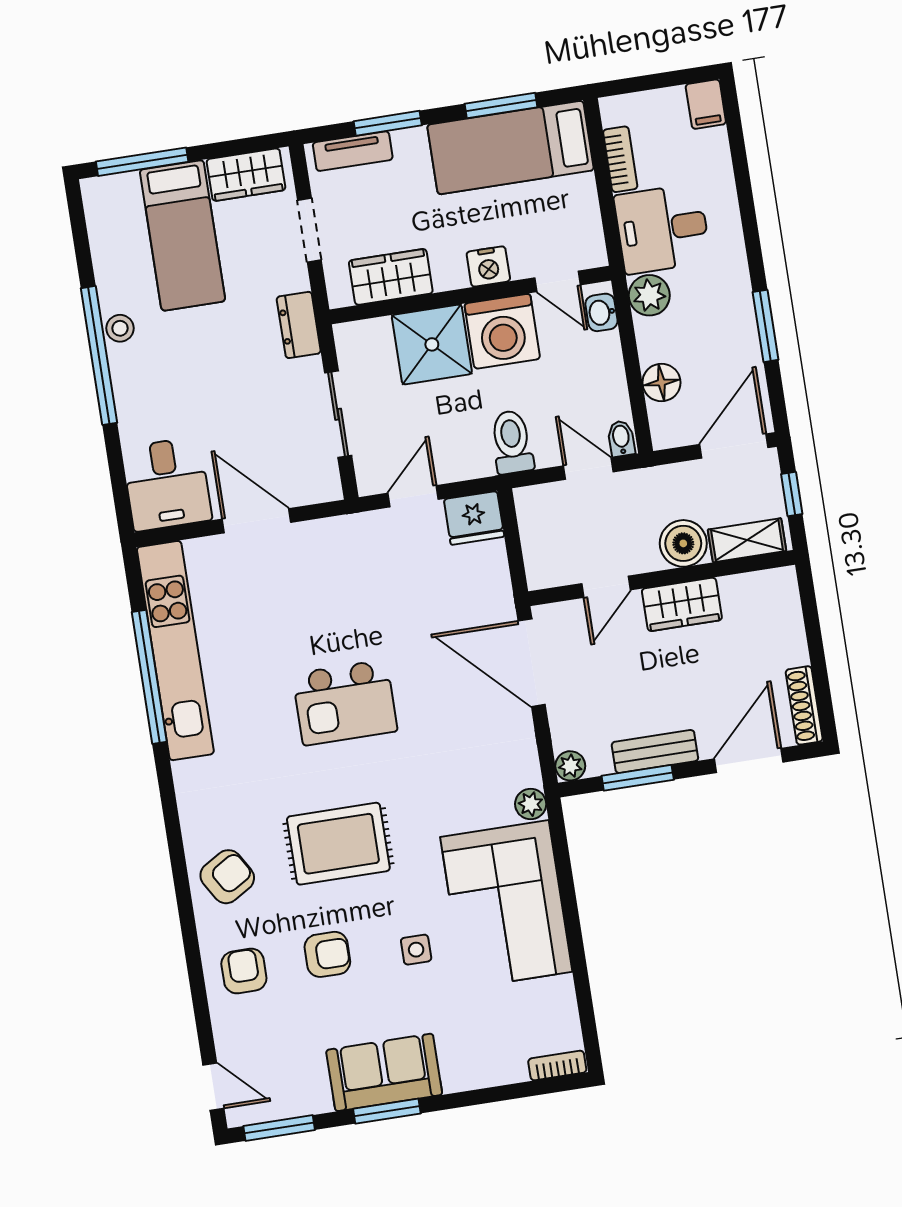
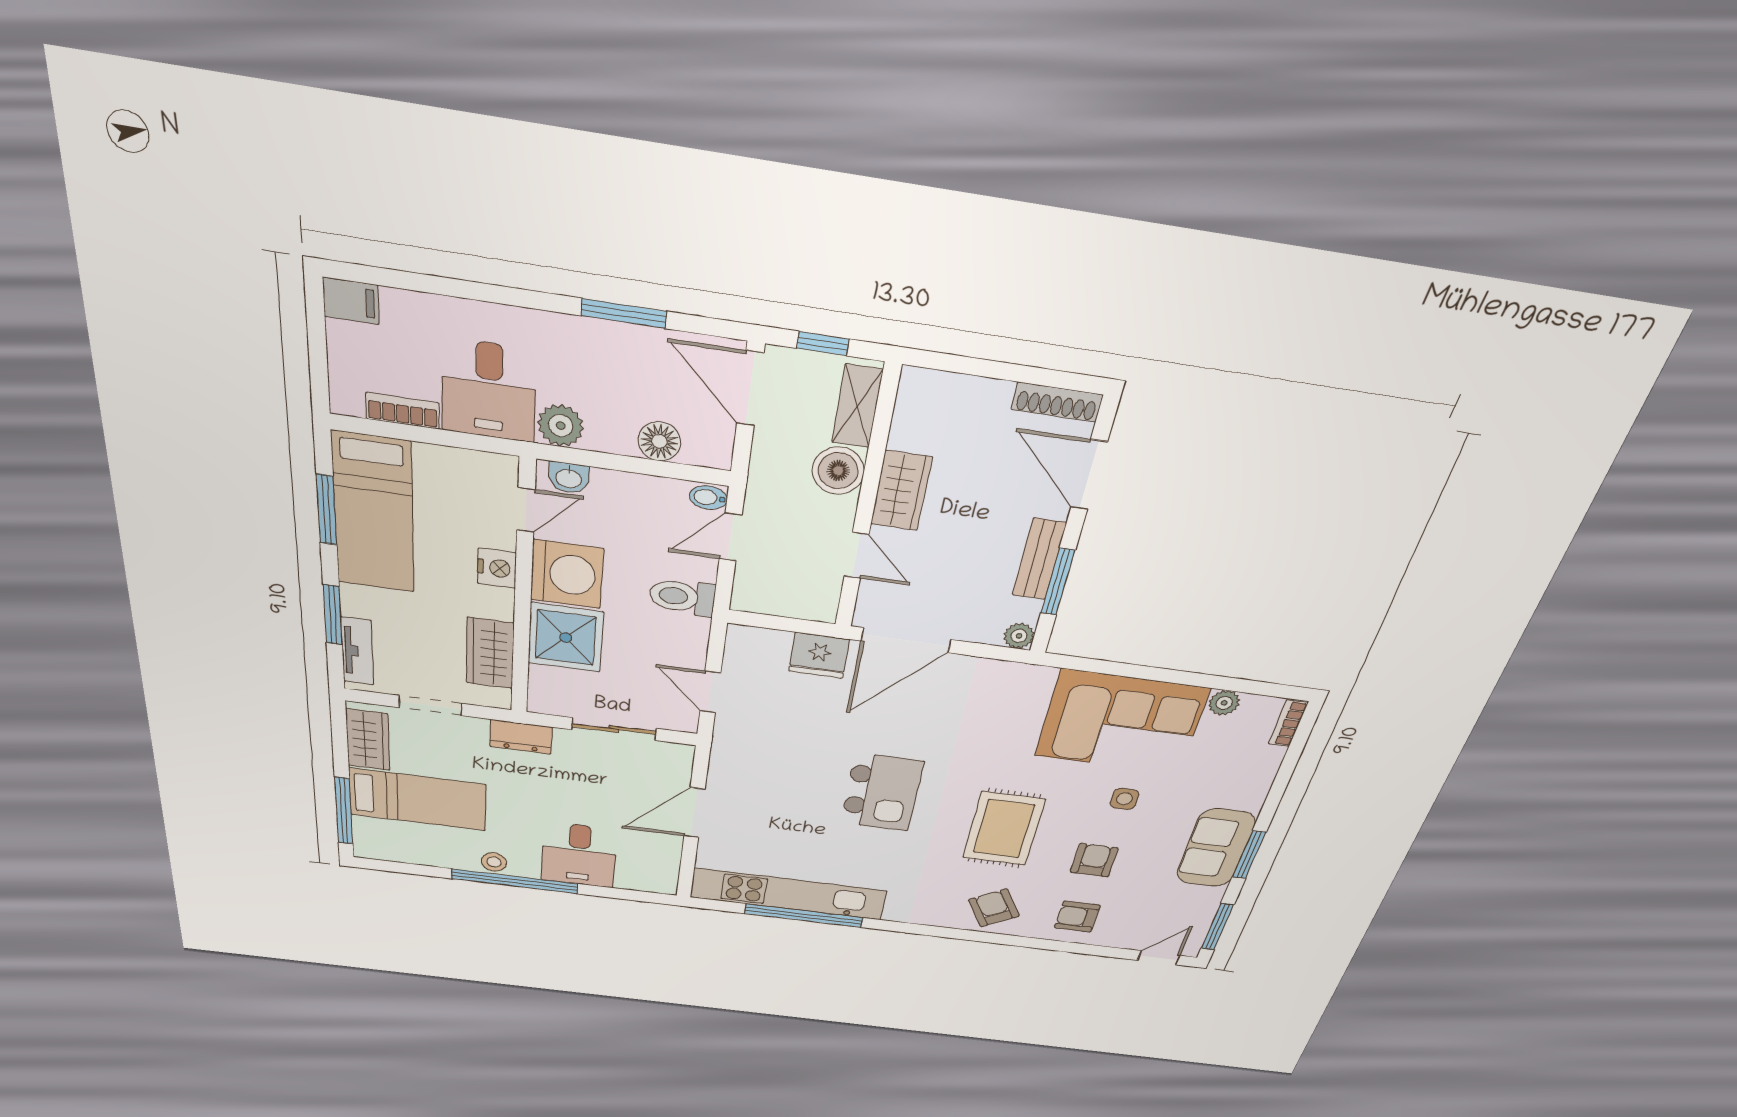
desk: (167, 484) -> (579, 855), moved, turned 90
fridge: (474, 518) -> (819, 655), moved, turned 90
plant: (531, 804) -> (1224, 703), moved

